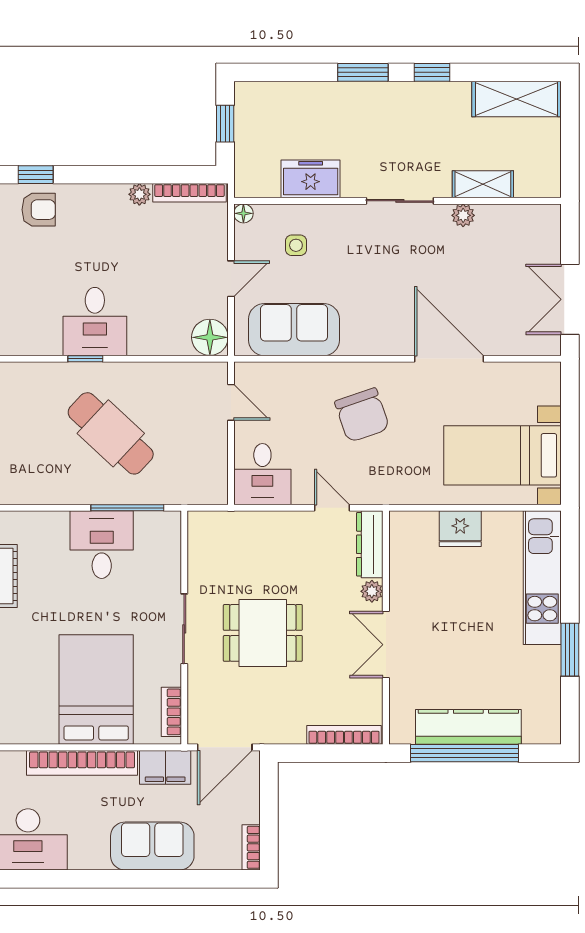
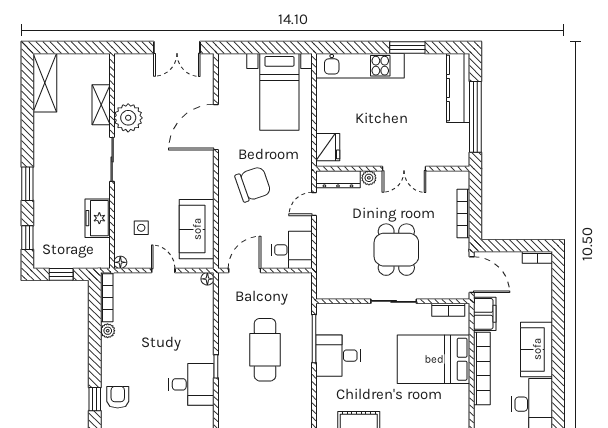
window: (432, 72) -> (27, 238), moved
plant: (463, 215) -> (128, 118), width x1.87, depth x1.87
desk: (95, 322) -> (191, 384), moved
floor lamp: (210, 337) -> (207, 279), width x0.53, depth x0.53
door: (231, 402) -> (245, 271), width x1.38
cafe table: (111, 433) -> (265, 350), turned -43
fridge: (460, 529) -> (328, 147), moved
kitchen counter: (468, 727) -> (458, 88), moved
bookcase: (344, 735) -> (463, 214), moved
sofa: (152, 846) -> (537, 349), moved

